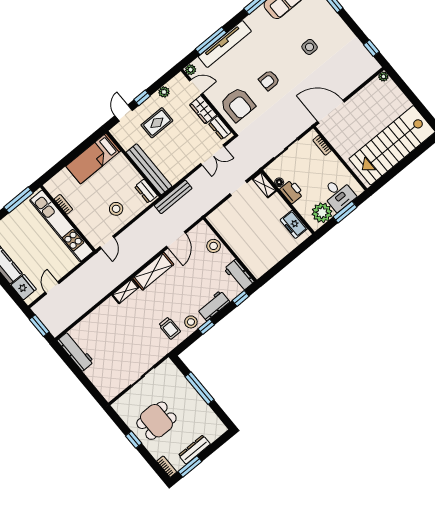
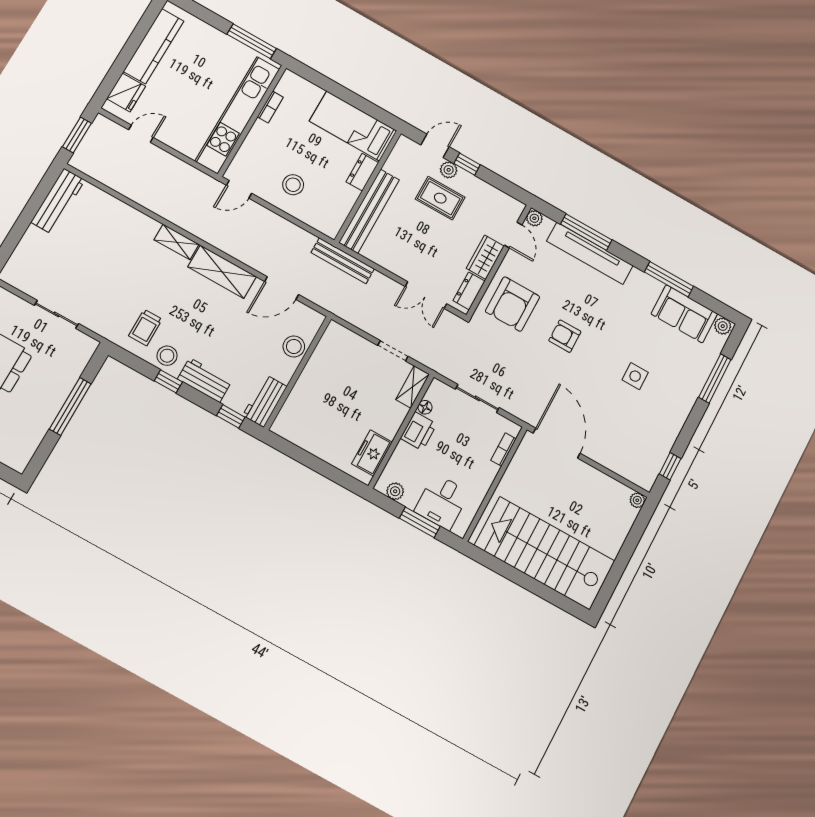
plant: (164, 92) -> (449, 170), moved
dresser: (146, 191) -> (362, 172), moved
plant: (322, 213) -> (395, 491), width x0.53, depth x0.53

